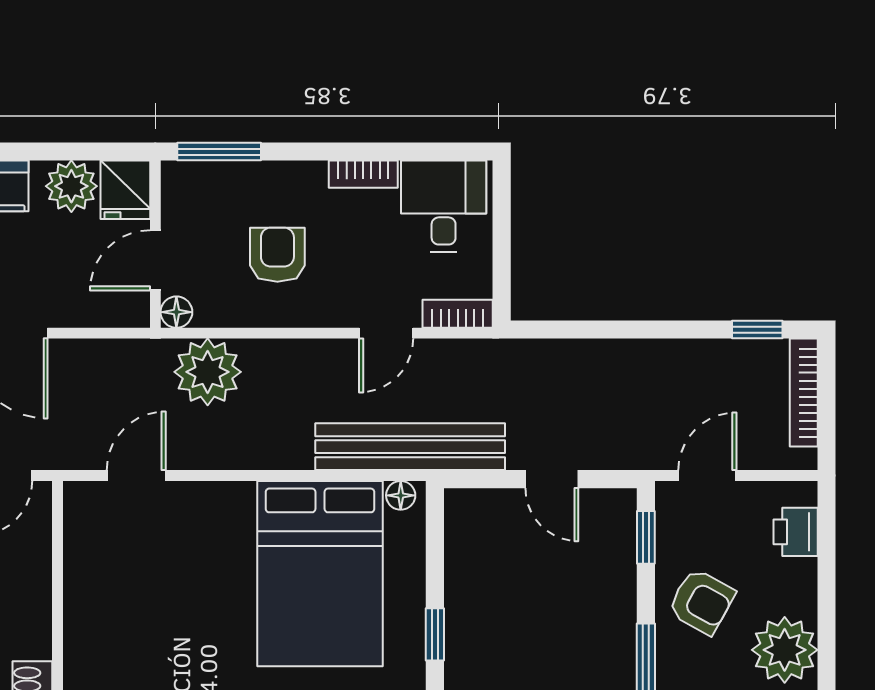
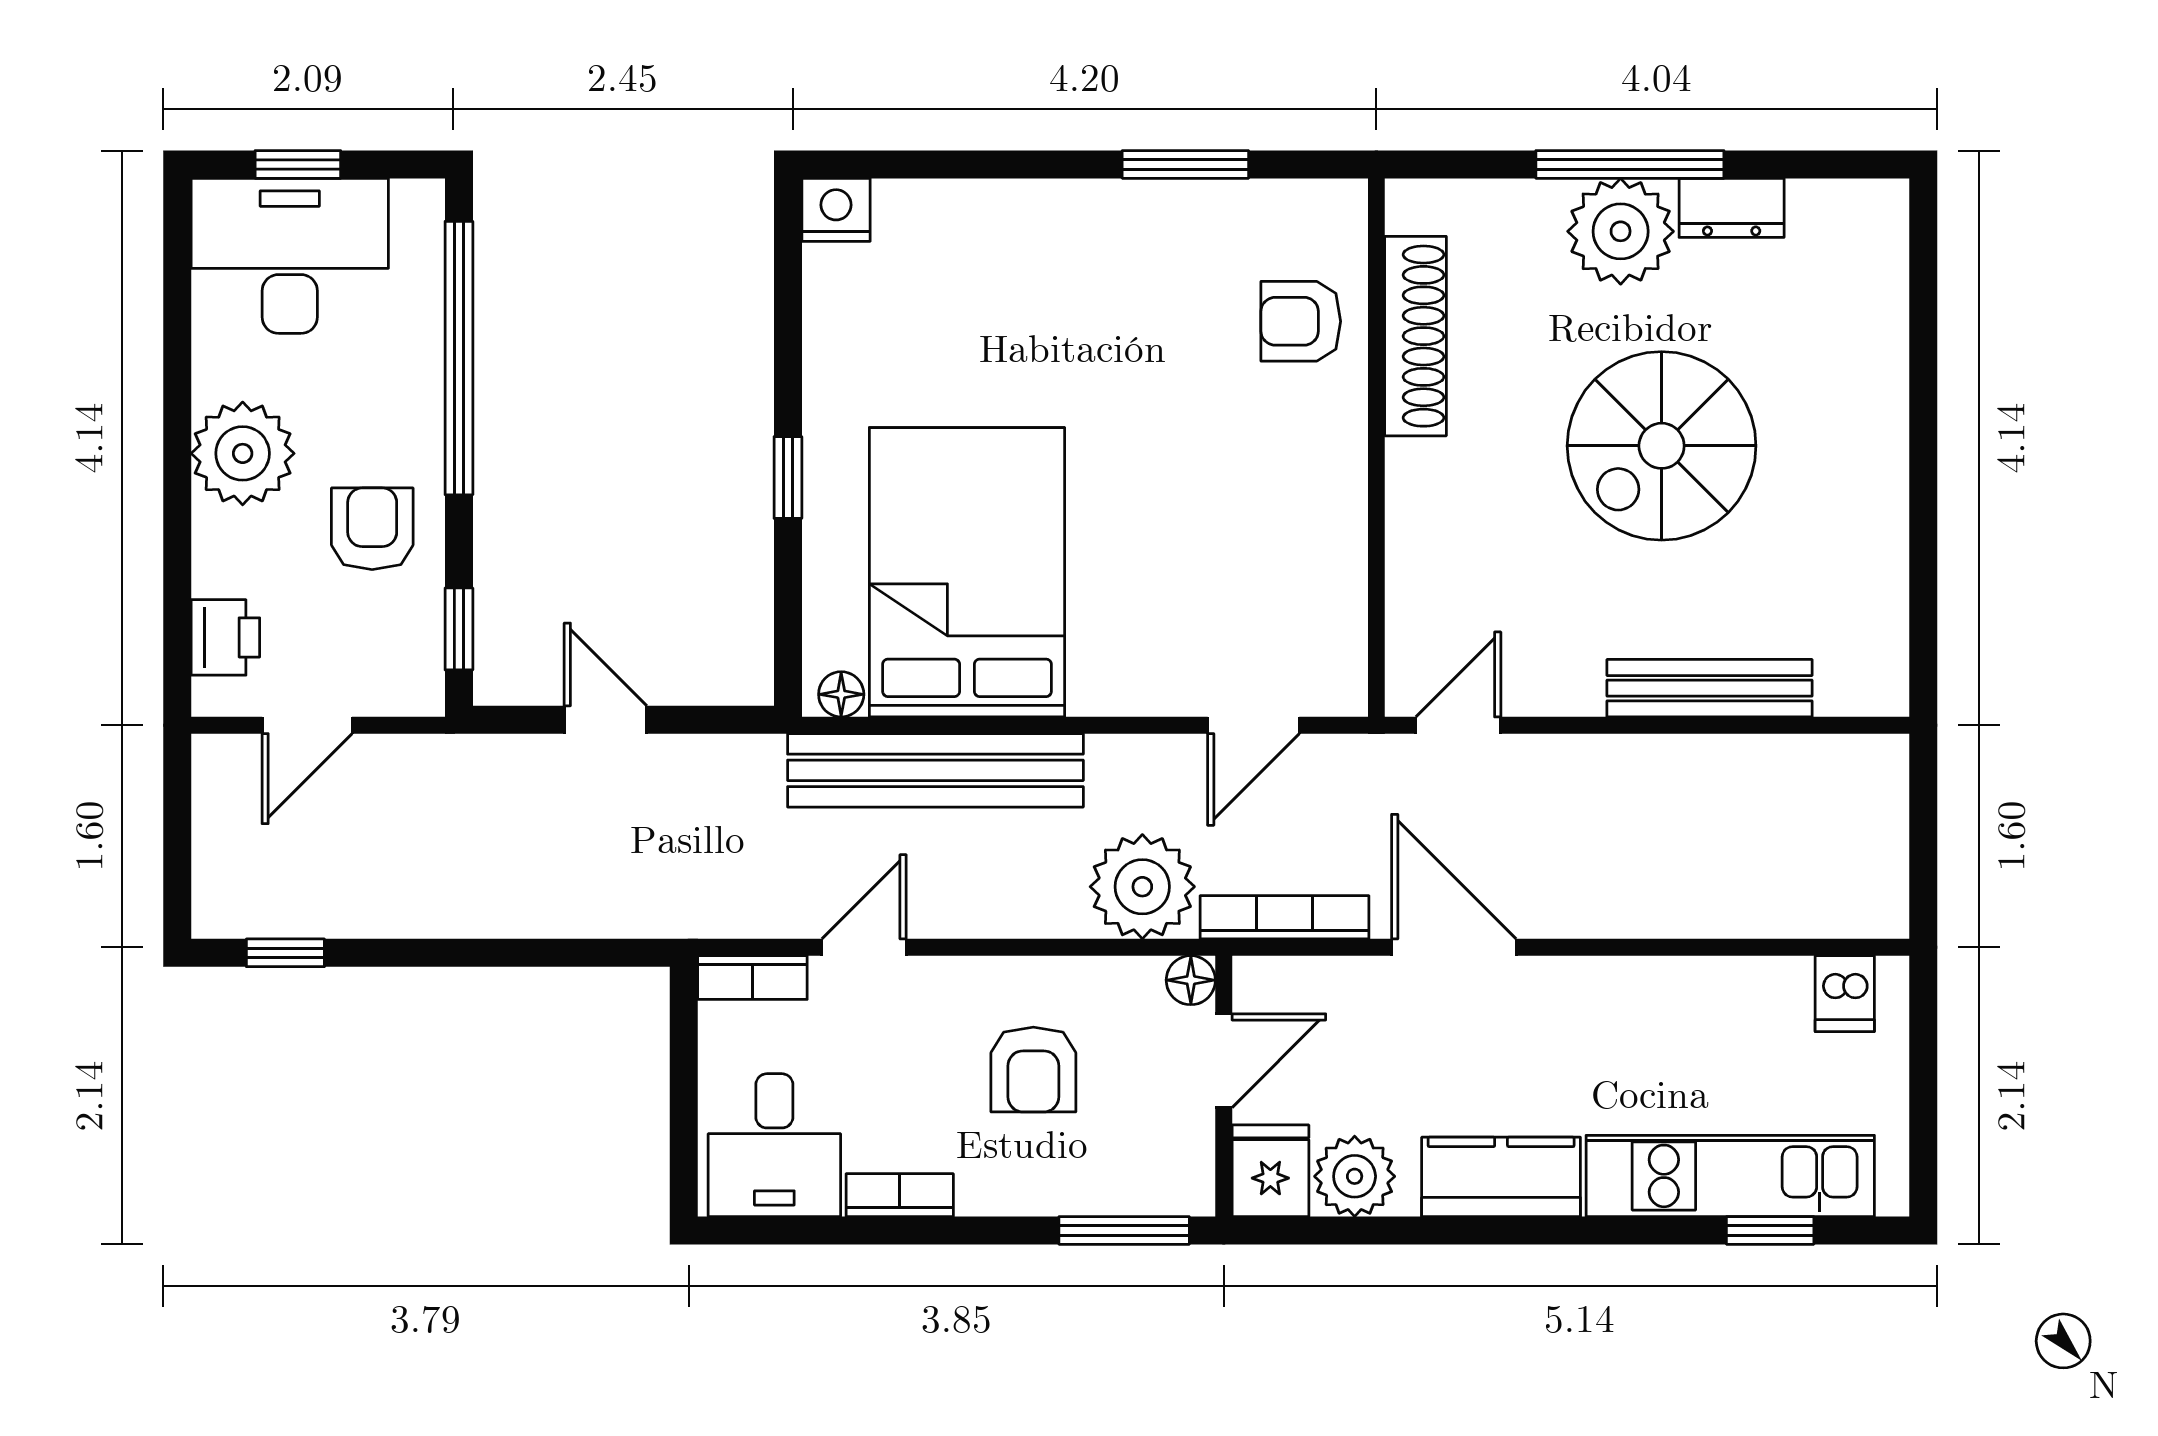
bookcase: (804, 393) -> (1284, 917), moved, turned -90
bench: (410, 447) -> (935, 770), moved
door: (707, 476) -> (307, 725), moved
armchair: (701, 602) -> (372, 529), turned 61

